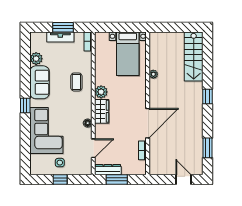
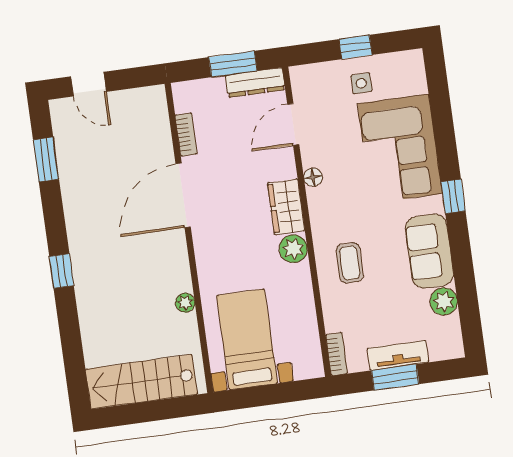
stairs: (194, 57) -> (141, 382), moved, turned -90

